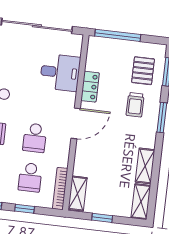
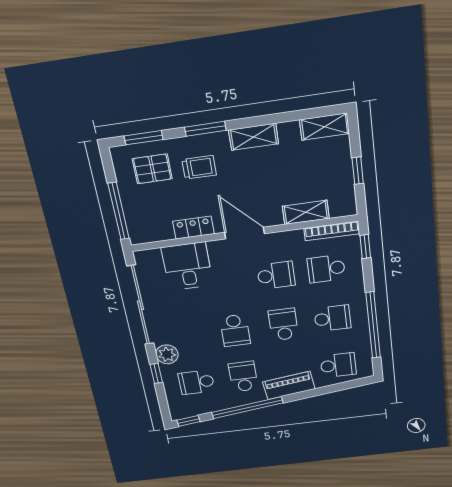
shelving: (145, 166) -> (254, 137), moved
school desk: (30, 177) -> (326, 269), turned 180
shelving: (78, 194) -> (306, 212), moved
window: (25, 209) -> (365, 246), moved

